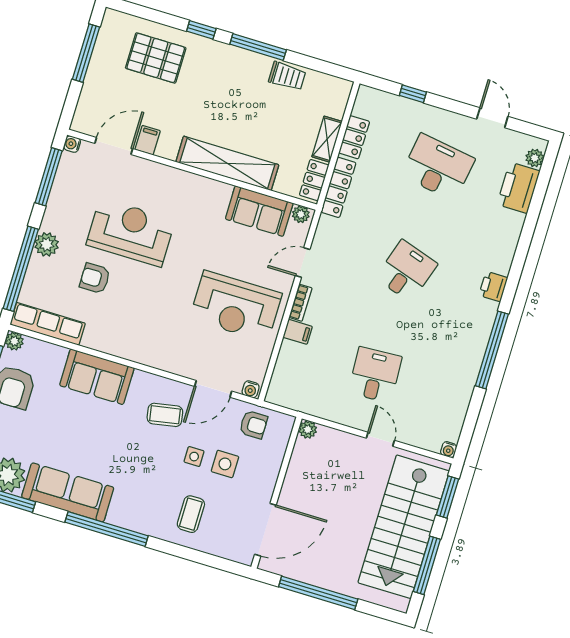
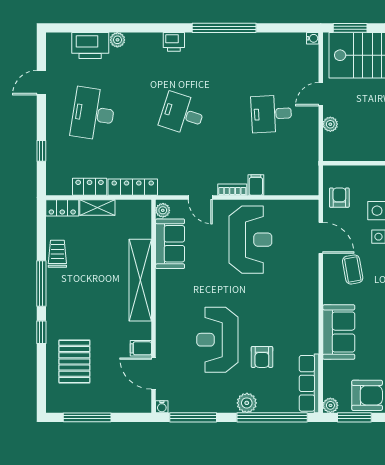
plant: (535, 158) -> (117, 40), moved
locker: (314, 180) -> (62, 208), moved
water cooler: (251, 389) -> (312, 208), removed
plant: (308, 430) -> (330, 124), moved

